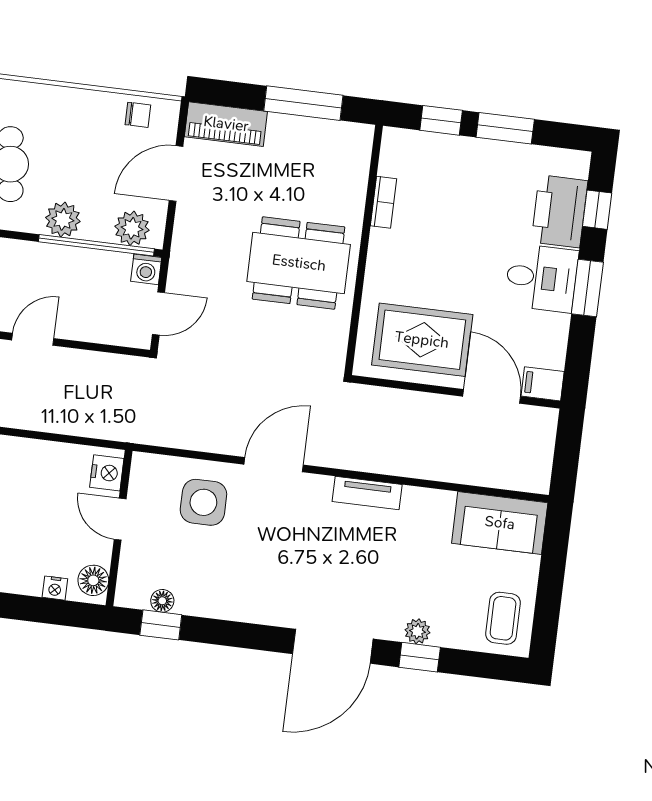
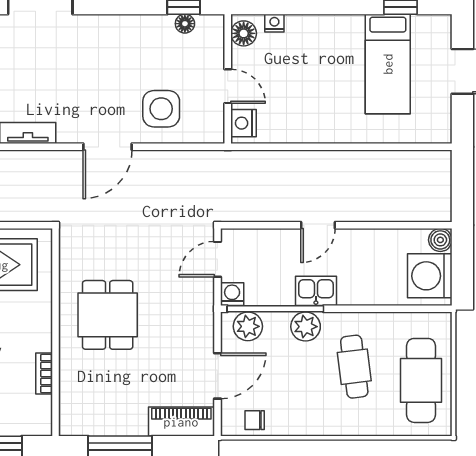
kitchen sink: (45, 261) -> (316, 291), added
dining table: (299, 263) -> (108, 315), width x0.73

